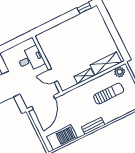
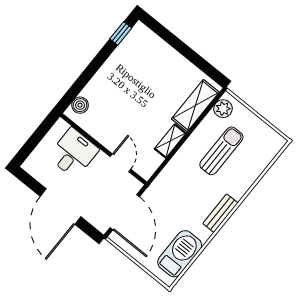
boiler: (46, 36) -> (80, 105), added
door: (53, 76) -> (121, 163), swing flipped

